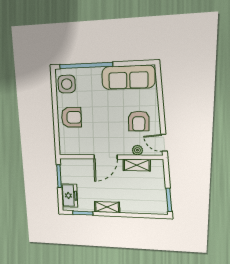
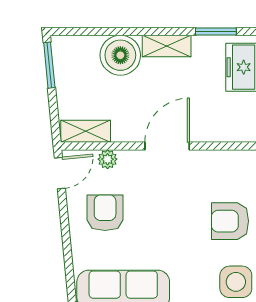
door: (164, 143) -> (60, 173), hinge flipped
shelving: (137, 165) -> (86, 131), moved
boiler: (131, 203) -> (120, 55), added

